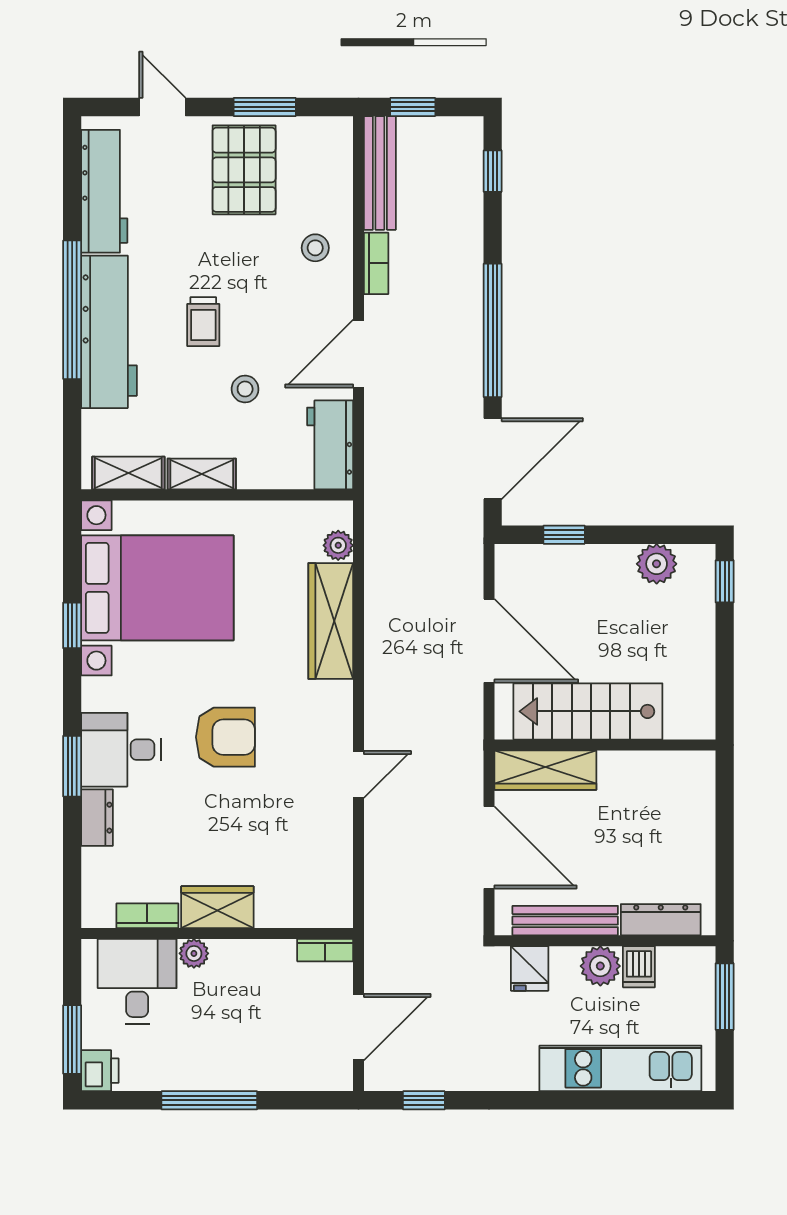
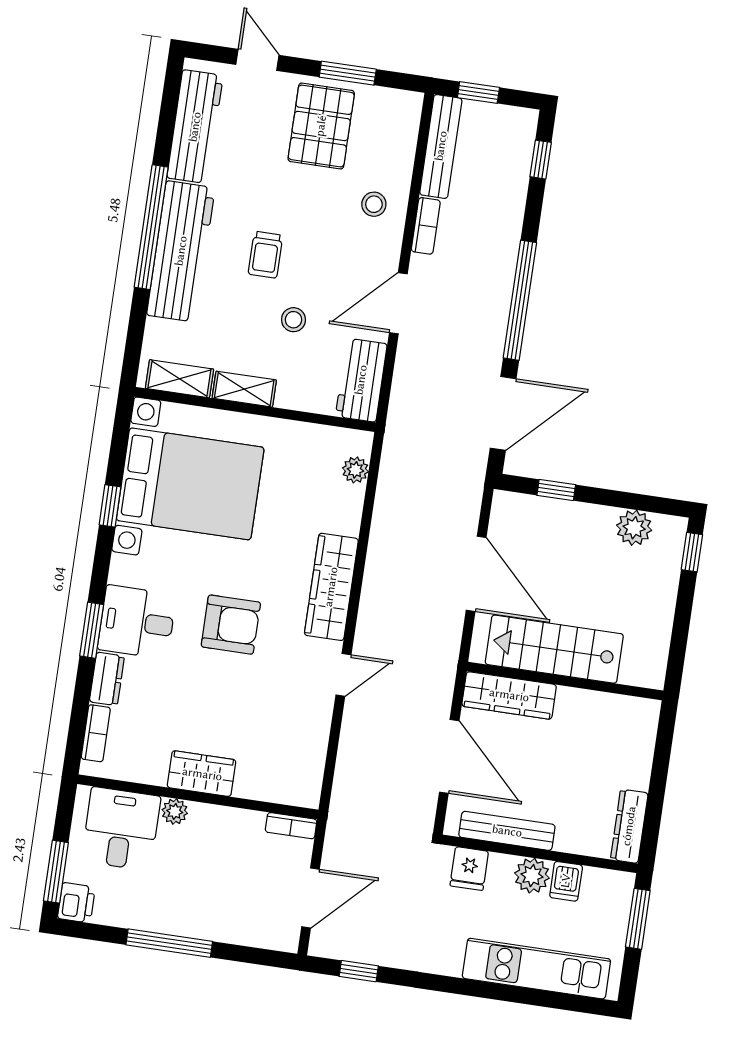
wardrobe: (331, 621) -> (331, 587), moved
bookcase: (147, 916) -> (96, 733), moved, turned 90
dresser: (661, 920) -> (629, 826), moved, turned -90

